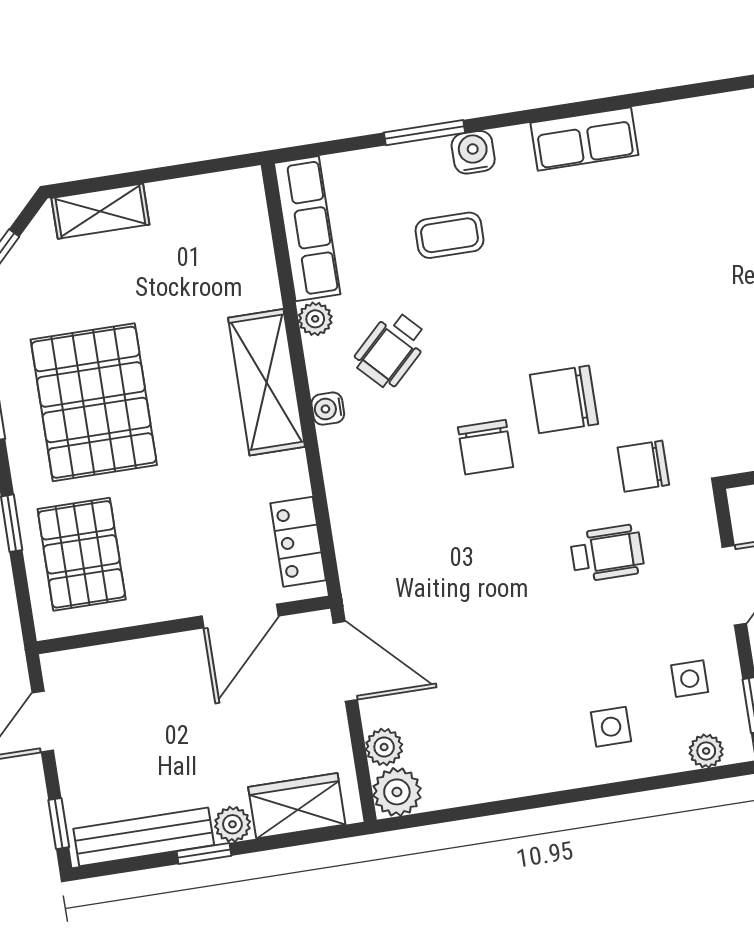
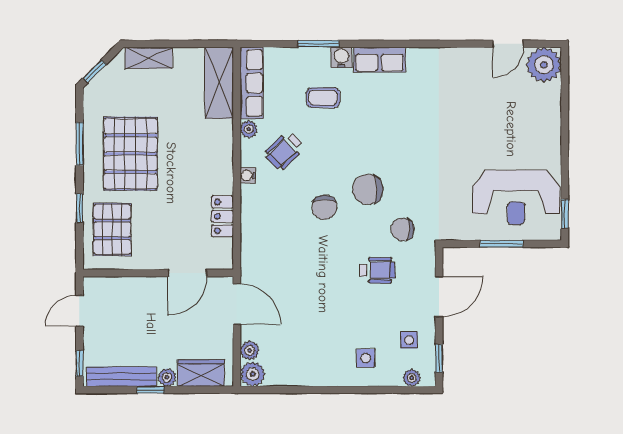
row of seats: (584, 139) -> (380, 60), moved
shelving: (267, 382) -> (219, 83), moved
locker: (298, 542) -> (222, 216), moved

